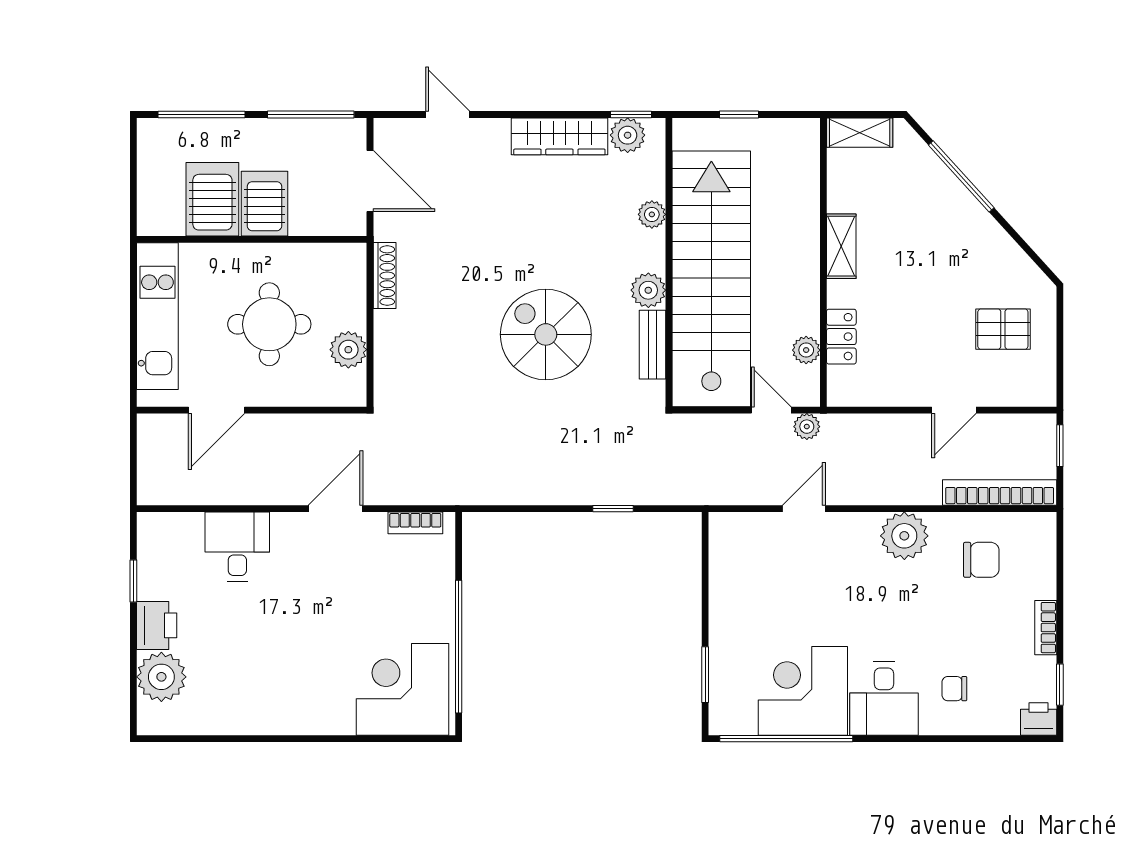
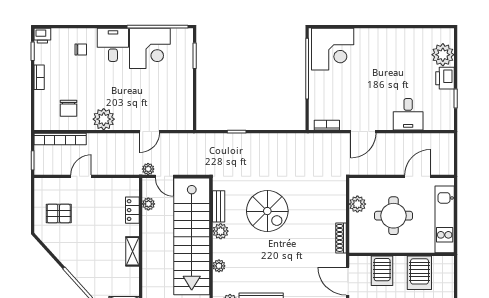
server rack: (264, 204) -> (382, 271), moved
chair: (981, 560) -> (69, 108), turned -90

